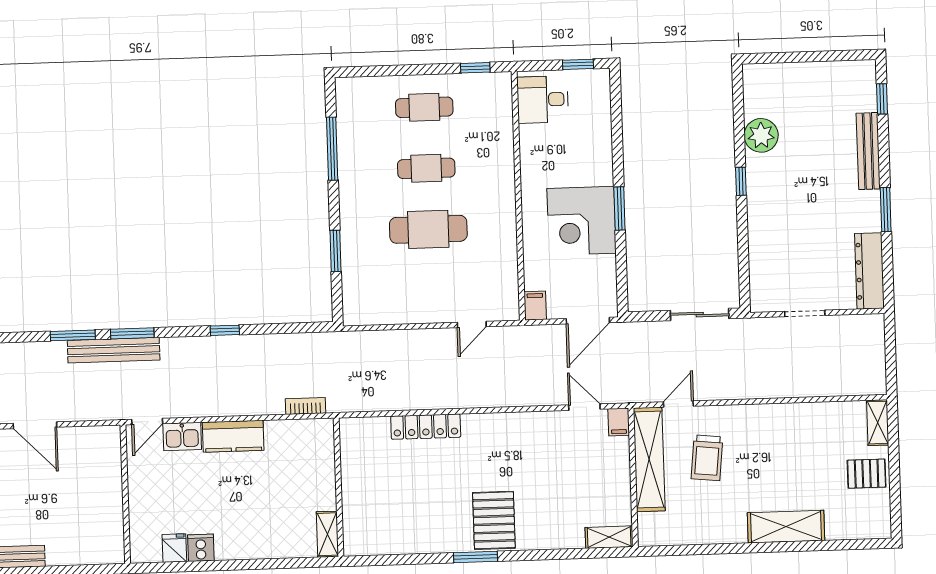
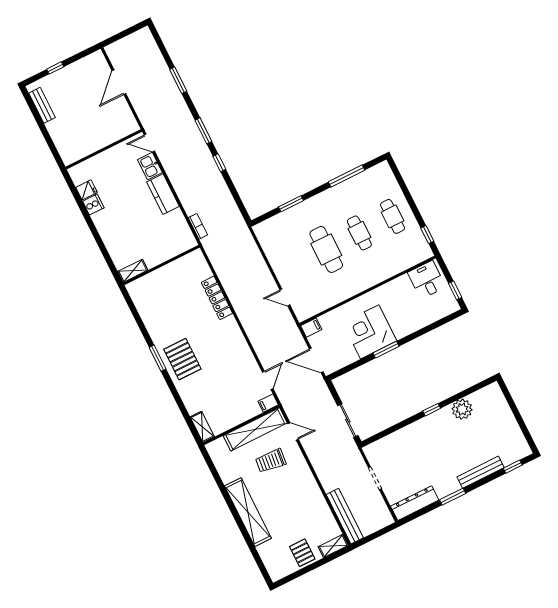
window: (132, 333) -> (203, 131), moved
bench: (114, 350) -> (345, 516), moved
pallet: (494, 520) -> (182, 359), turned 90
shelving: (786, 527) -> (248, 512), width x1.47

